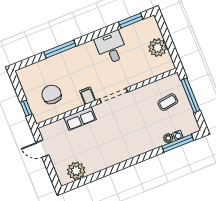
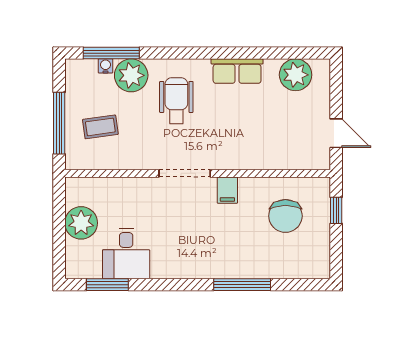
desk: (111, 47) -> (126, 254), moved
row of seats: (80, 119) -> (237, 71), moved, turned 180
wheelchair: (133, 132) -> (176, 101), added
plant: (168, 138) -> (131, 75), width x1.87, depth x1.87

